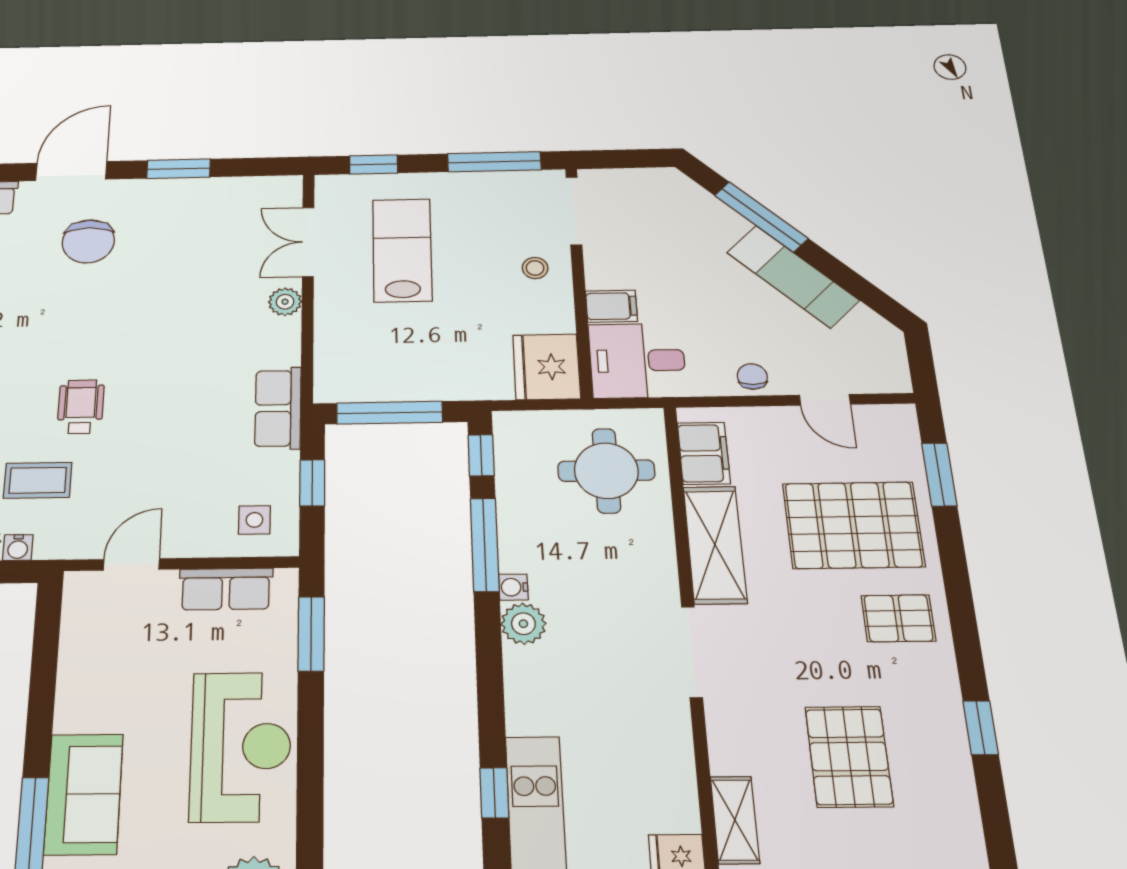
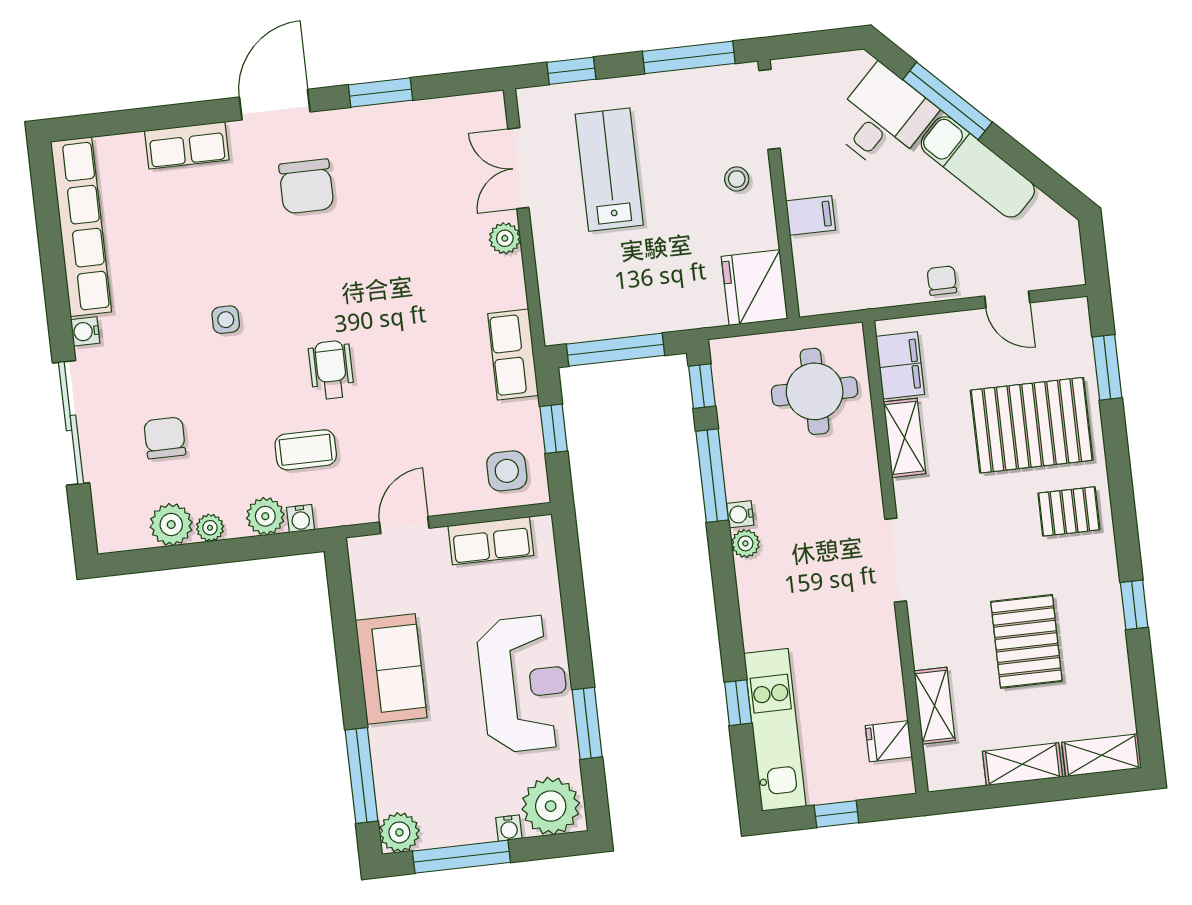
desk: (637, 361) -> (883, 118), moved, turned 135
side table: (254, 520) -> (507, 471), width x1.37, depth x1.37
shelving: (715, 545) -> (904, 438), width x0.67, depth x0.75
plant: (523, 624) -> (745, 543), width x0.73, depth x0.73
window: (311, 634) -> (587, 723), moved
sofa: (84, 794) -> (391, 669), moved

